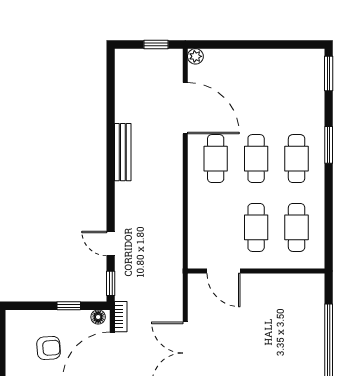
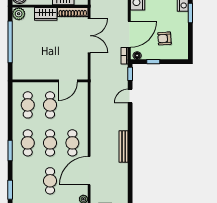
cafe table: (256, 90) -> (50, 181), added
door: (185, 108) -> (89, 171), hinge flipped
door: (111, 243) -> (130, 96), swing flipped
door: (224, 271) -> (68, 81), swing flipped

